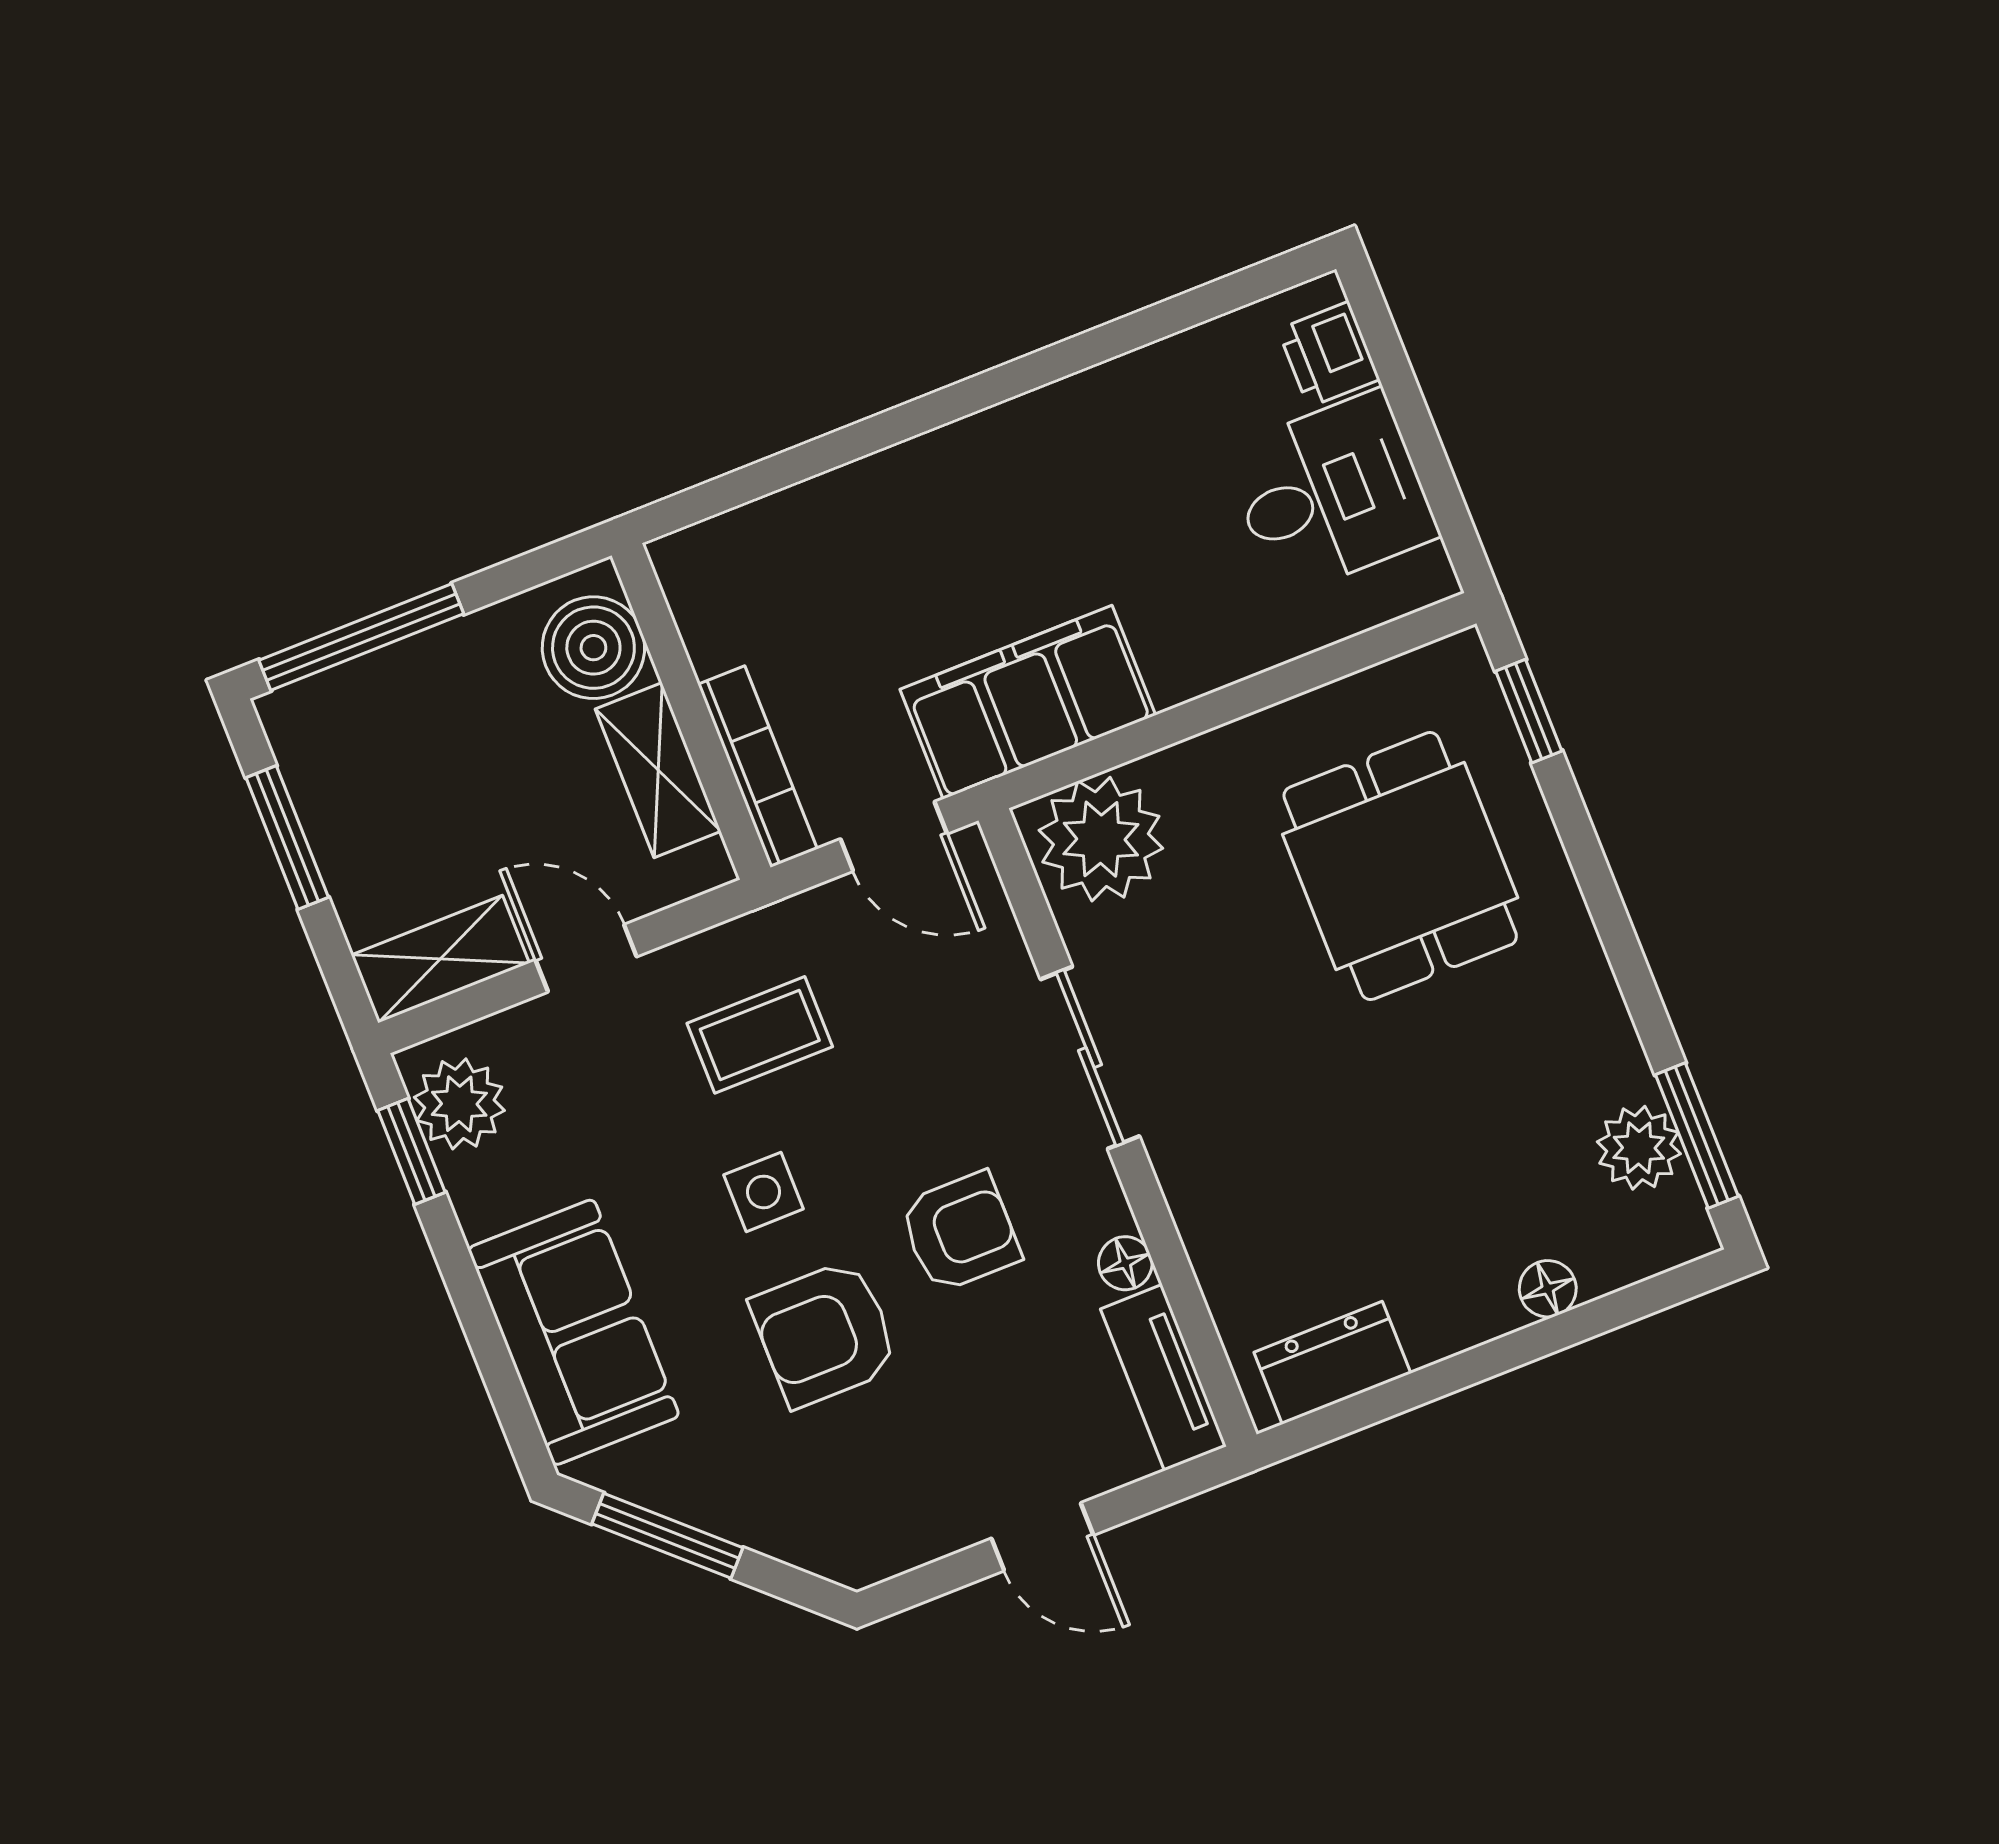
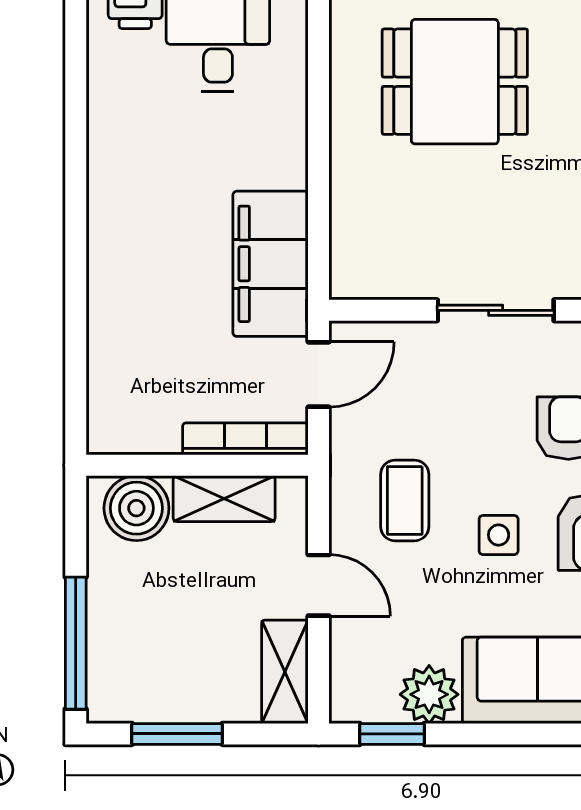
plant: (1101, 839) -> (369, 253), removed
door: (586, 958) -> (319, 585), swing flipped
plant: (459, 1104) -> (429, 694), moved

